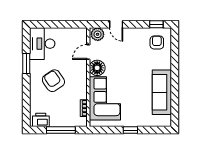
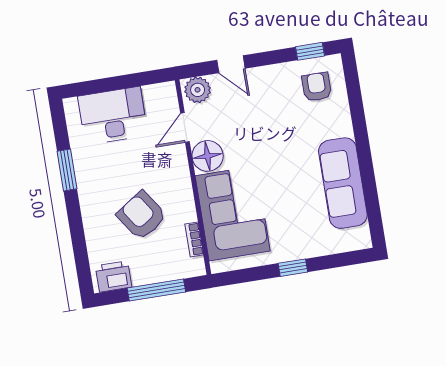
desk: (42, 44) -> (113, 116), moved, turned 90
armchair: (53, 81) -> (142, 216), moved

